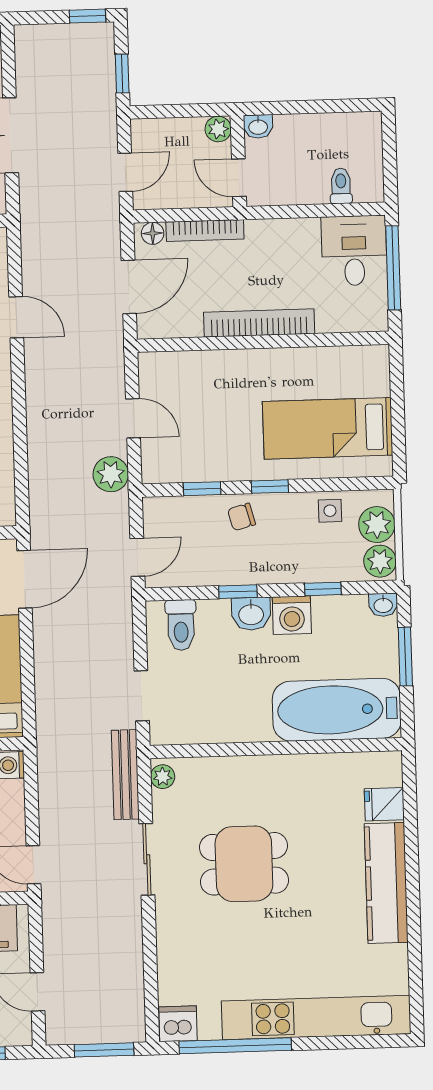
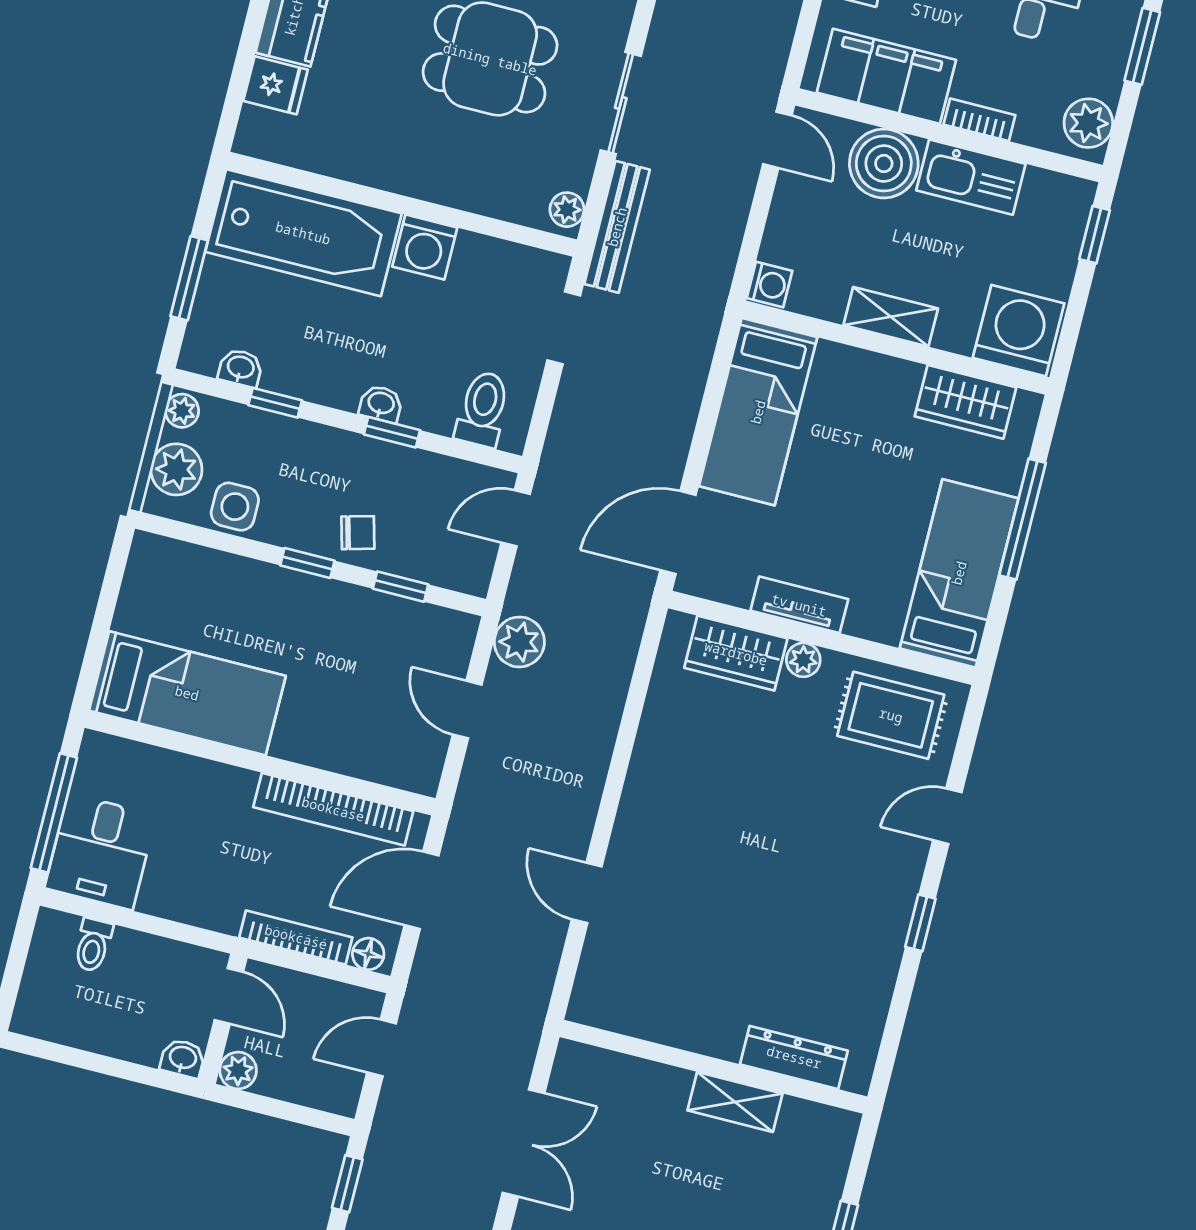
bookcase: (259, 323) -> (333, 809), moved
bed: (328, 428) -> (187, 693), moved
side table: (330, 511) -> (235, 507), width x1.37, depth x1.37
plant: (380, 561) -> (182, 411), width x0.73, depth x0.73
washbasin: (383, 605) -> (241, 368), moved
washbasin: (251, 614) -> (381, 404), width x0.72, depth x0.69
washing machine: (292, 615) -> (425, 247), moved, turned 180

